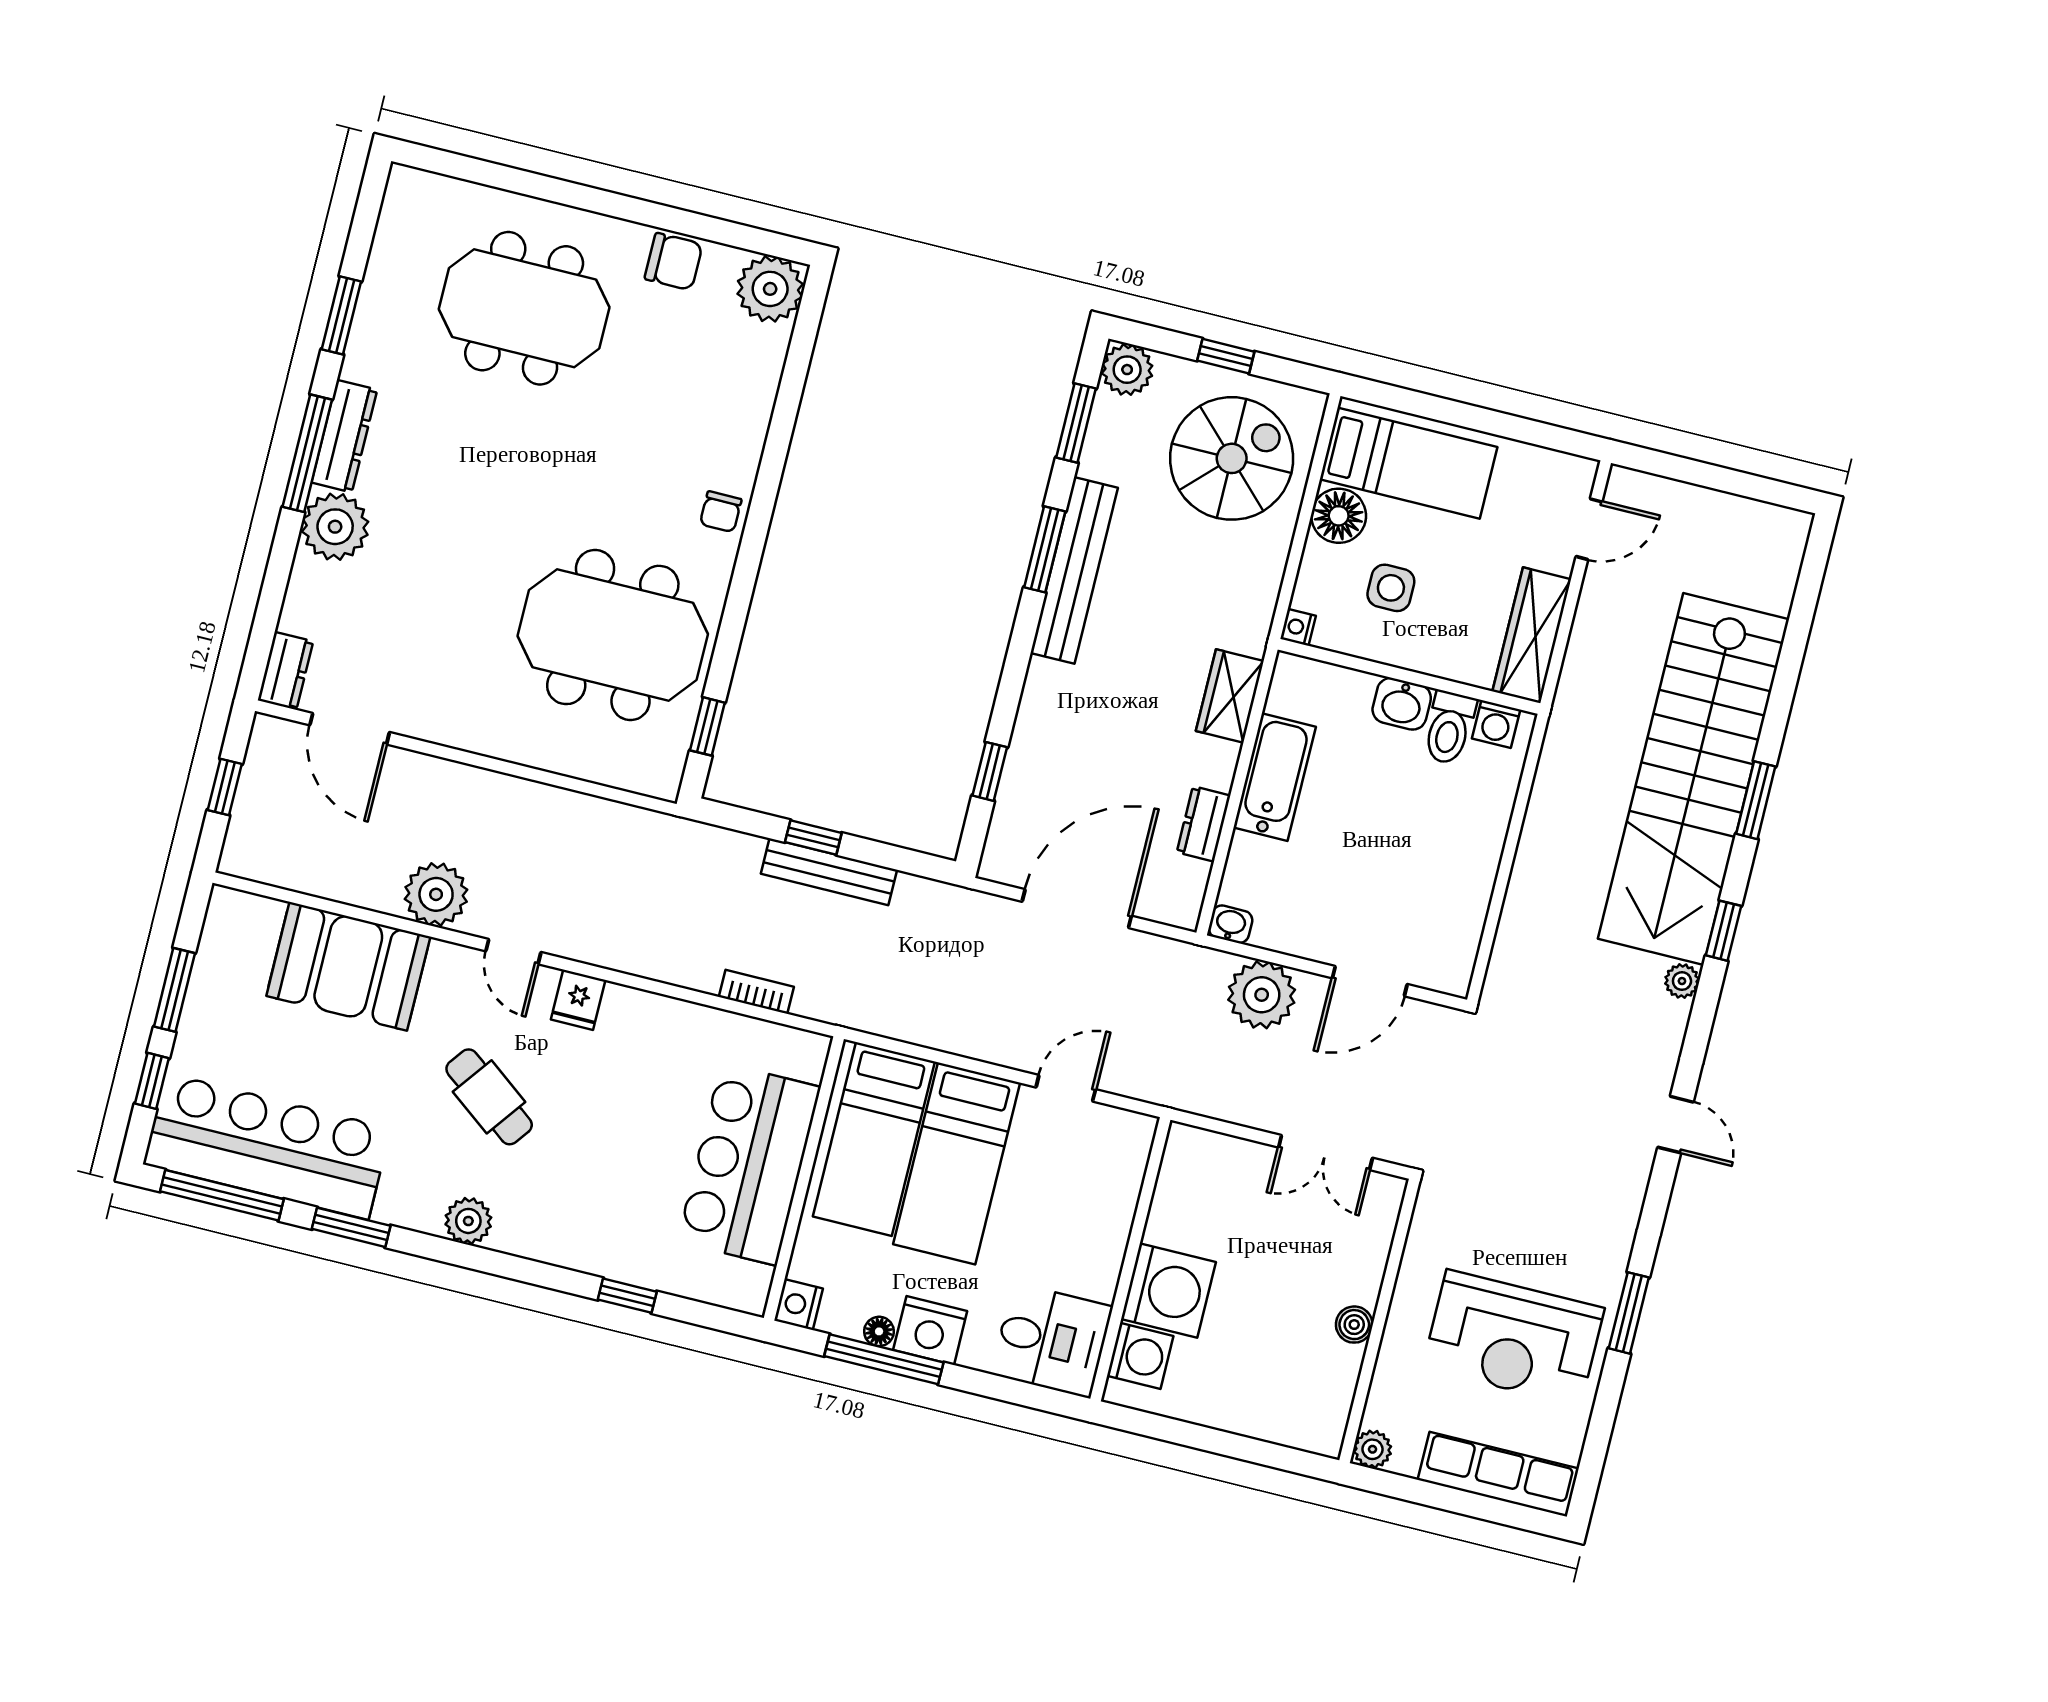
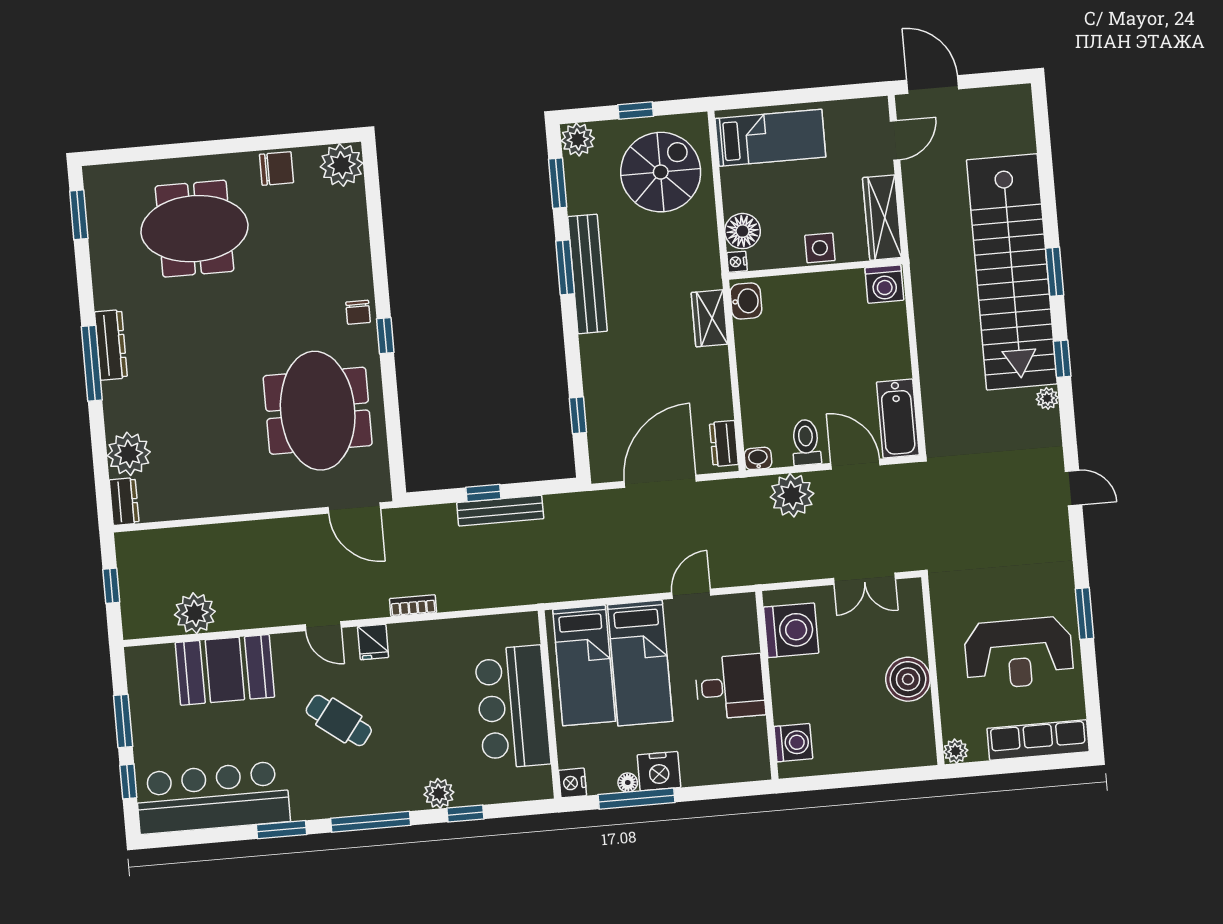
window: (341, 315) -> (79, 215), moved
door: (1672, 467) -> (933, 84), added
floor lamp: (1339, 516) -> (743, 231), moved
plant: (335, 527) -> (129, 454), moved
side table: (1391, 588) -> (820, 248), moved
meeting table: (613, 635) -> (318, 411), turned 90
washbasin: (1402, 704) -> (746, 301), moved, turned -90
washing machine: (1496, 724) -> (884, 284), width x1.38, depth x1.38
window: (707, 726) -> (385, 336), moved
toilet: (1449, 728) -> (806, 442), moved, turned 180
door: (350, 729) -> (354, 508), moved
bathtub: (1275, 777) -> (898, 419), moved, turned 180
dresser: (1204, 824) -> (724, 444), moved
plant: (436, 894) -> (195, 613), moved
door: (1370, 981) -> (855, 464), swing flipped
bookcase: (756, 992) -> (413, 606), moved
window: (222, 1195) -> (371, 822), moved
plant: (468, 1221) -> (439, 793), moved
washing machine: (1168, 1290) -> (791, 630), moved
boiler: (1354, 1325) -> (908, 679), width x1.86, depth x1.86
desk: (1052, 1340) -> (730, 687), moved

